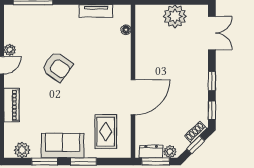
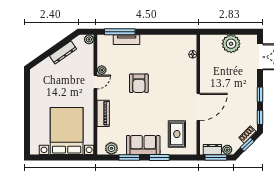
tv unit: (96, 11) -> (127, 40), moved
armchair: (57, 67) -> (139, 83), turned 55

